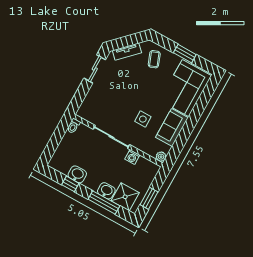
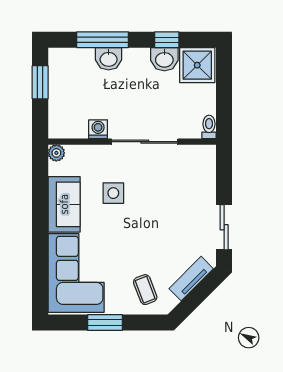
shower: (125, 197) -> (197, 65), moved

